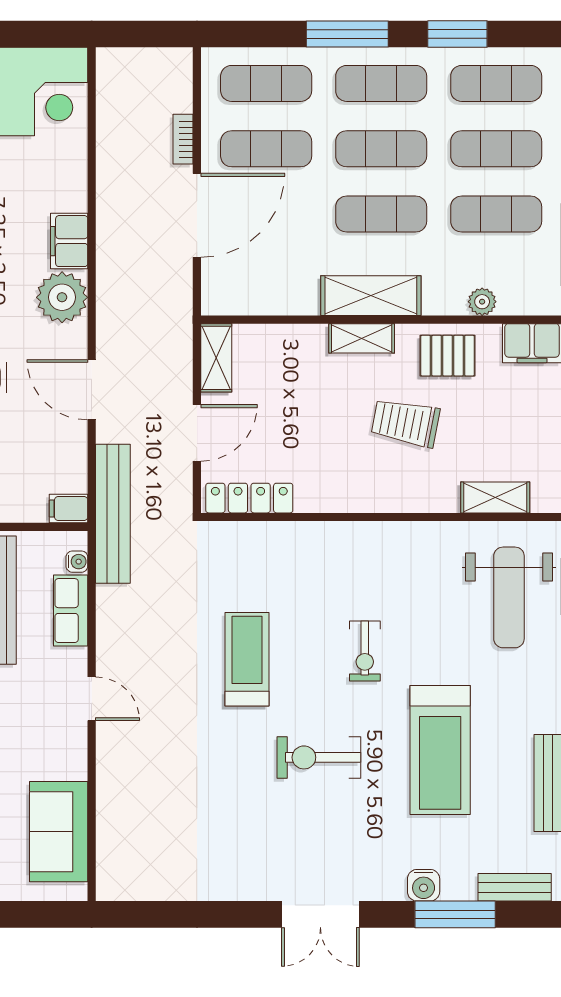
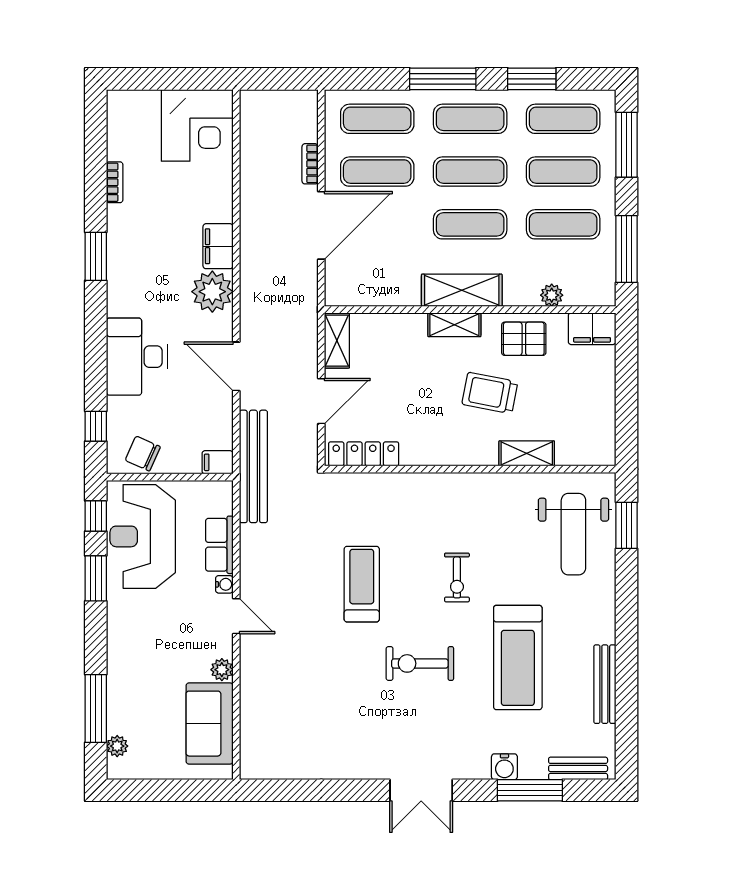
shelving: (495, 498) -> (527, 453), moved
water cooler: (77, 562) -> (224, 584), moved
plant: (74, 765) -> (222, 670), added

